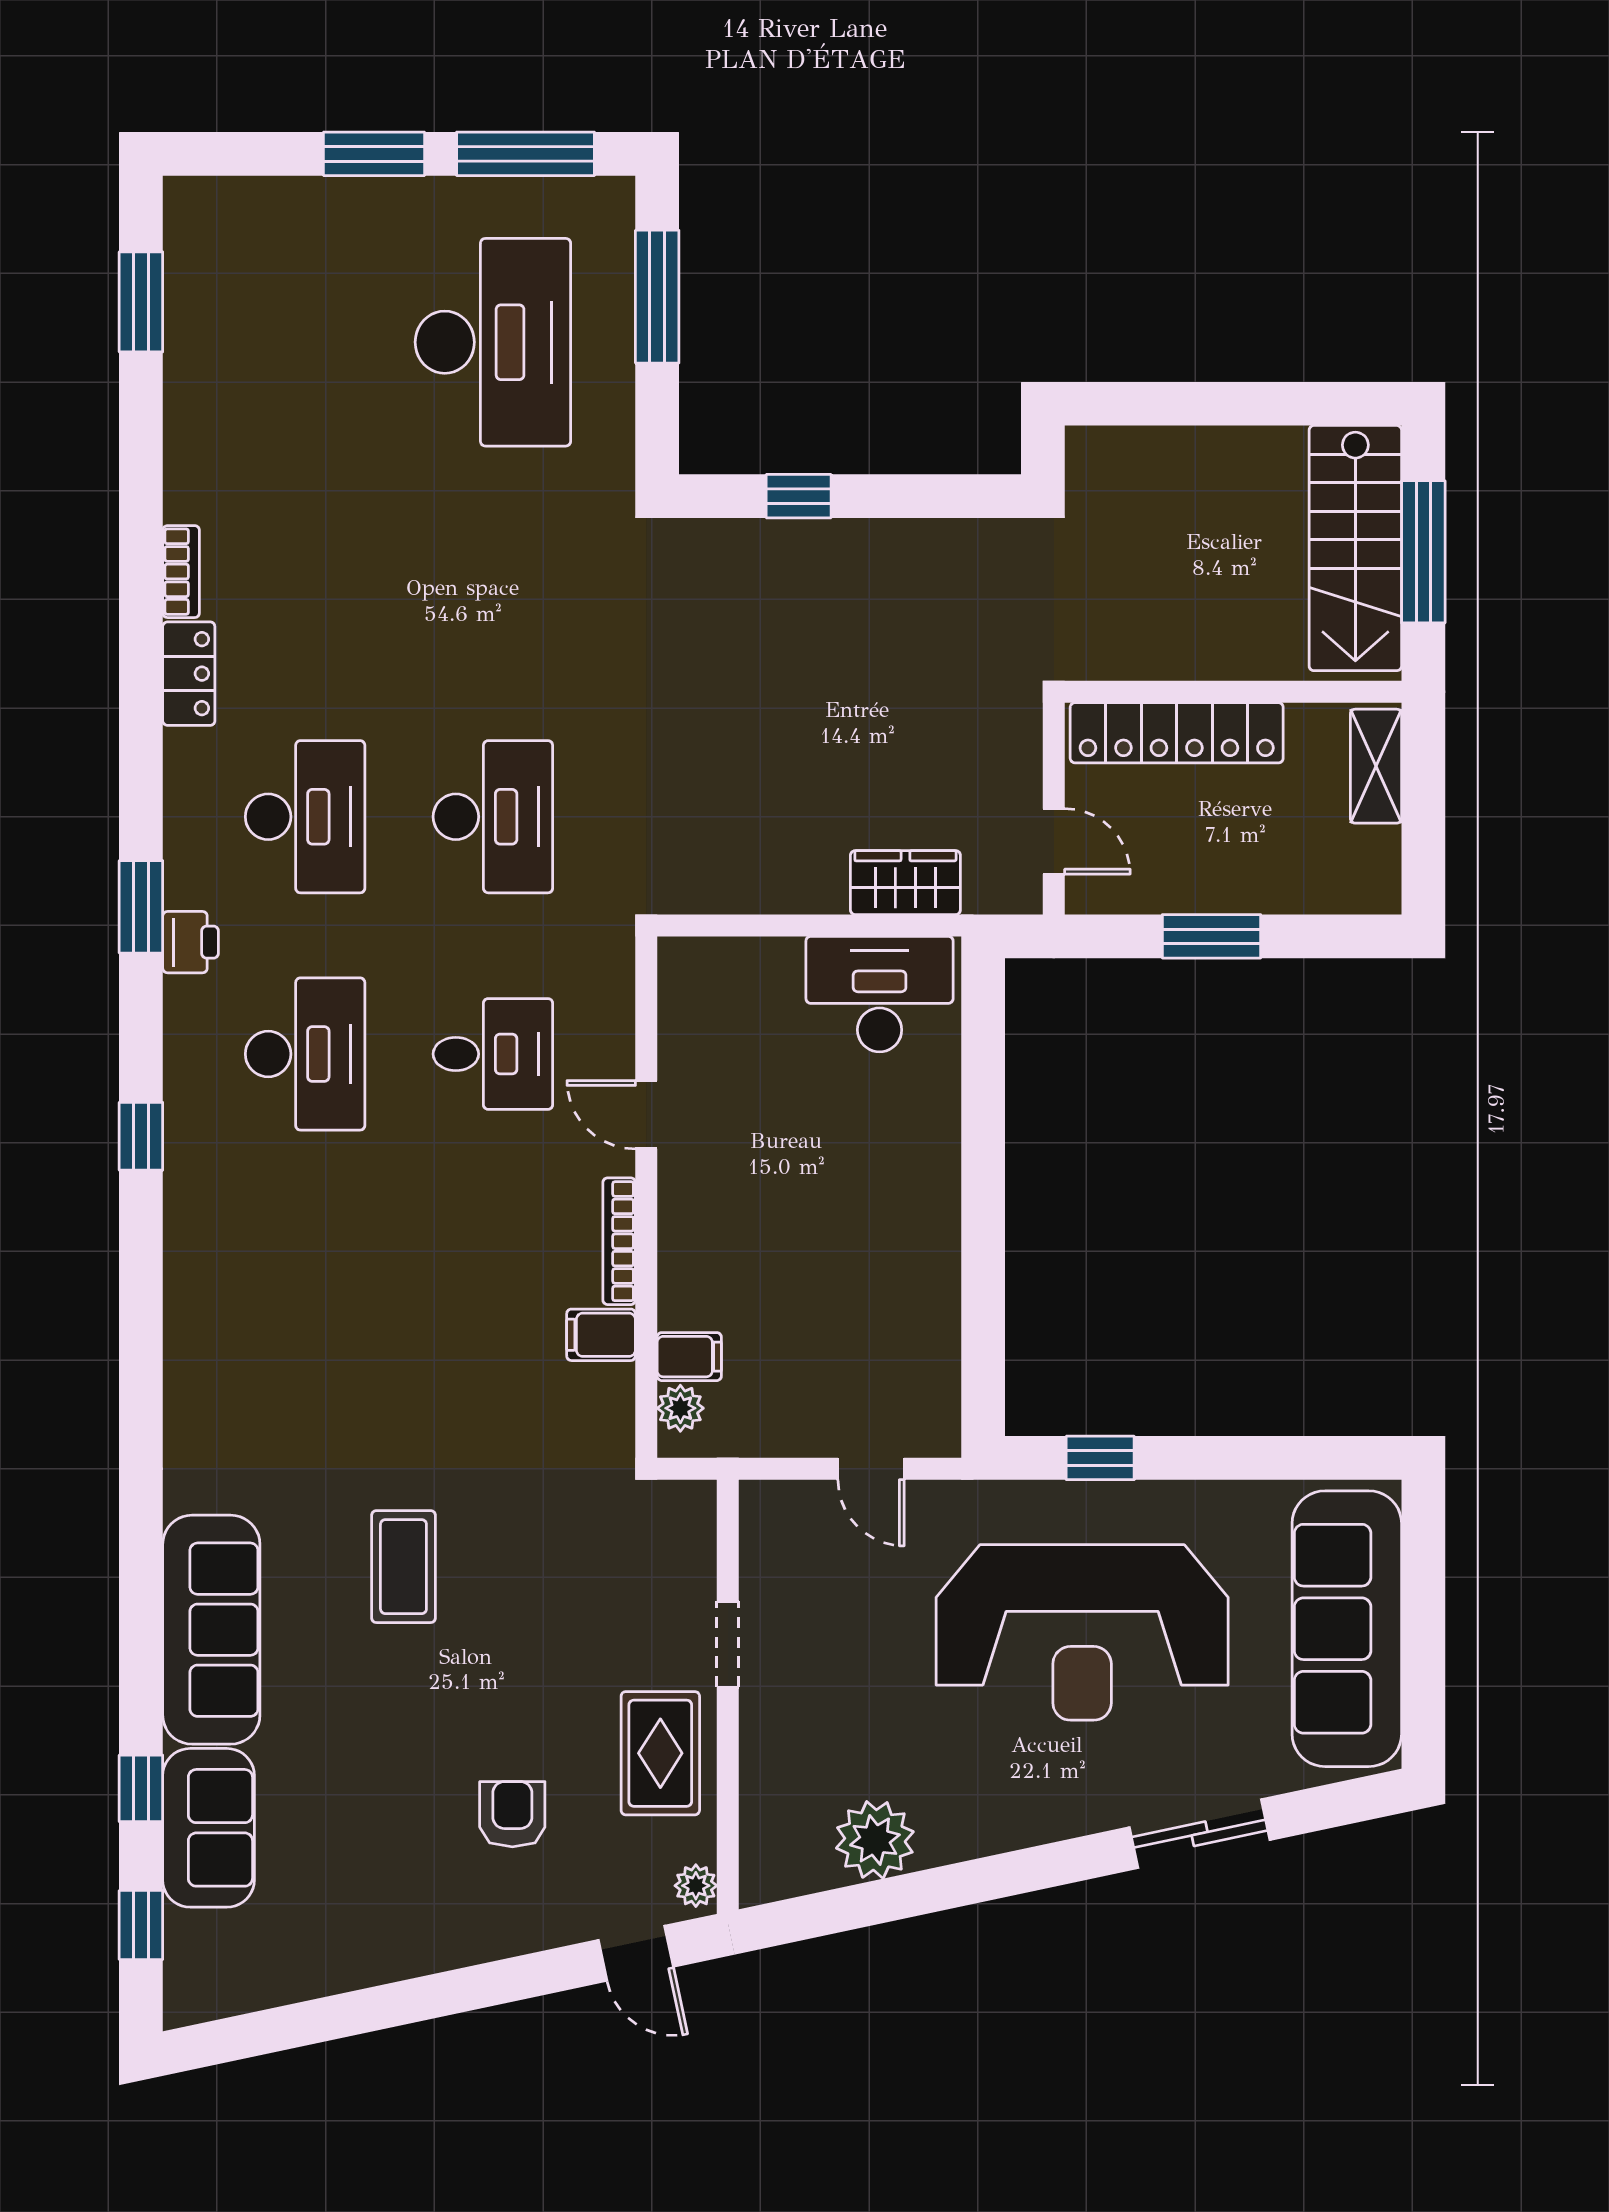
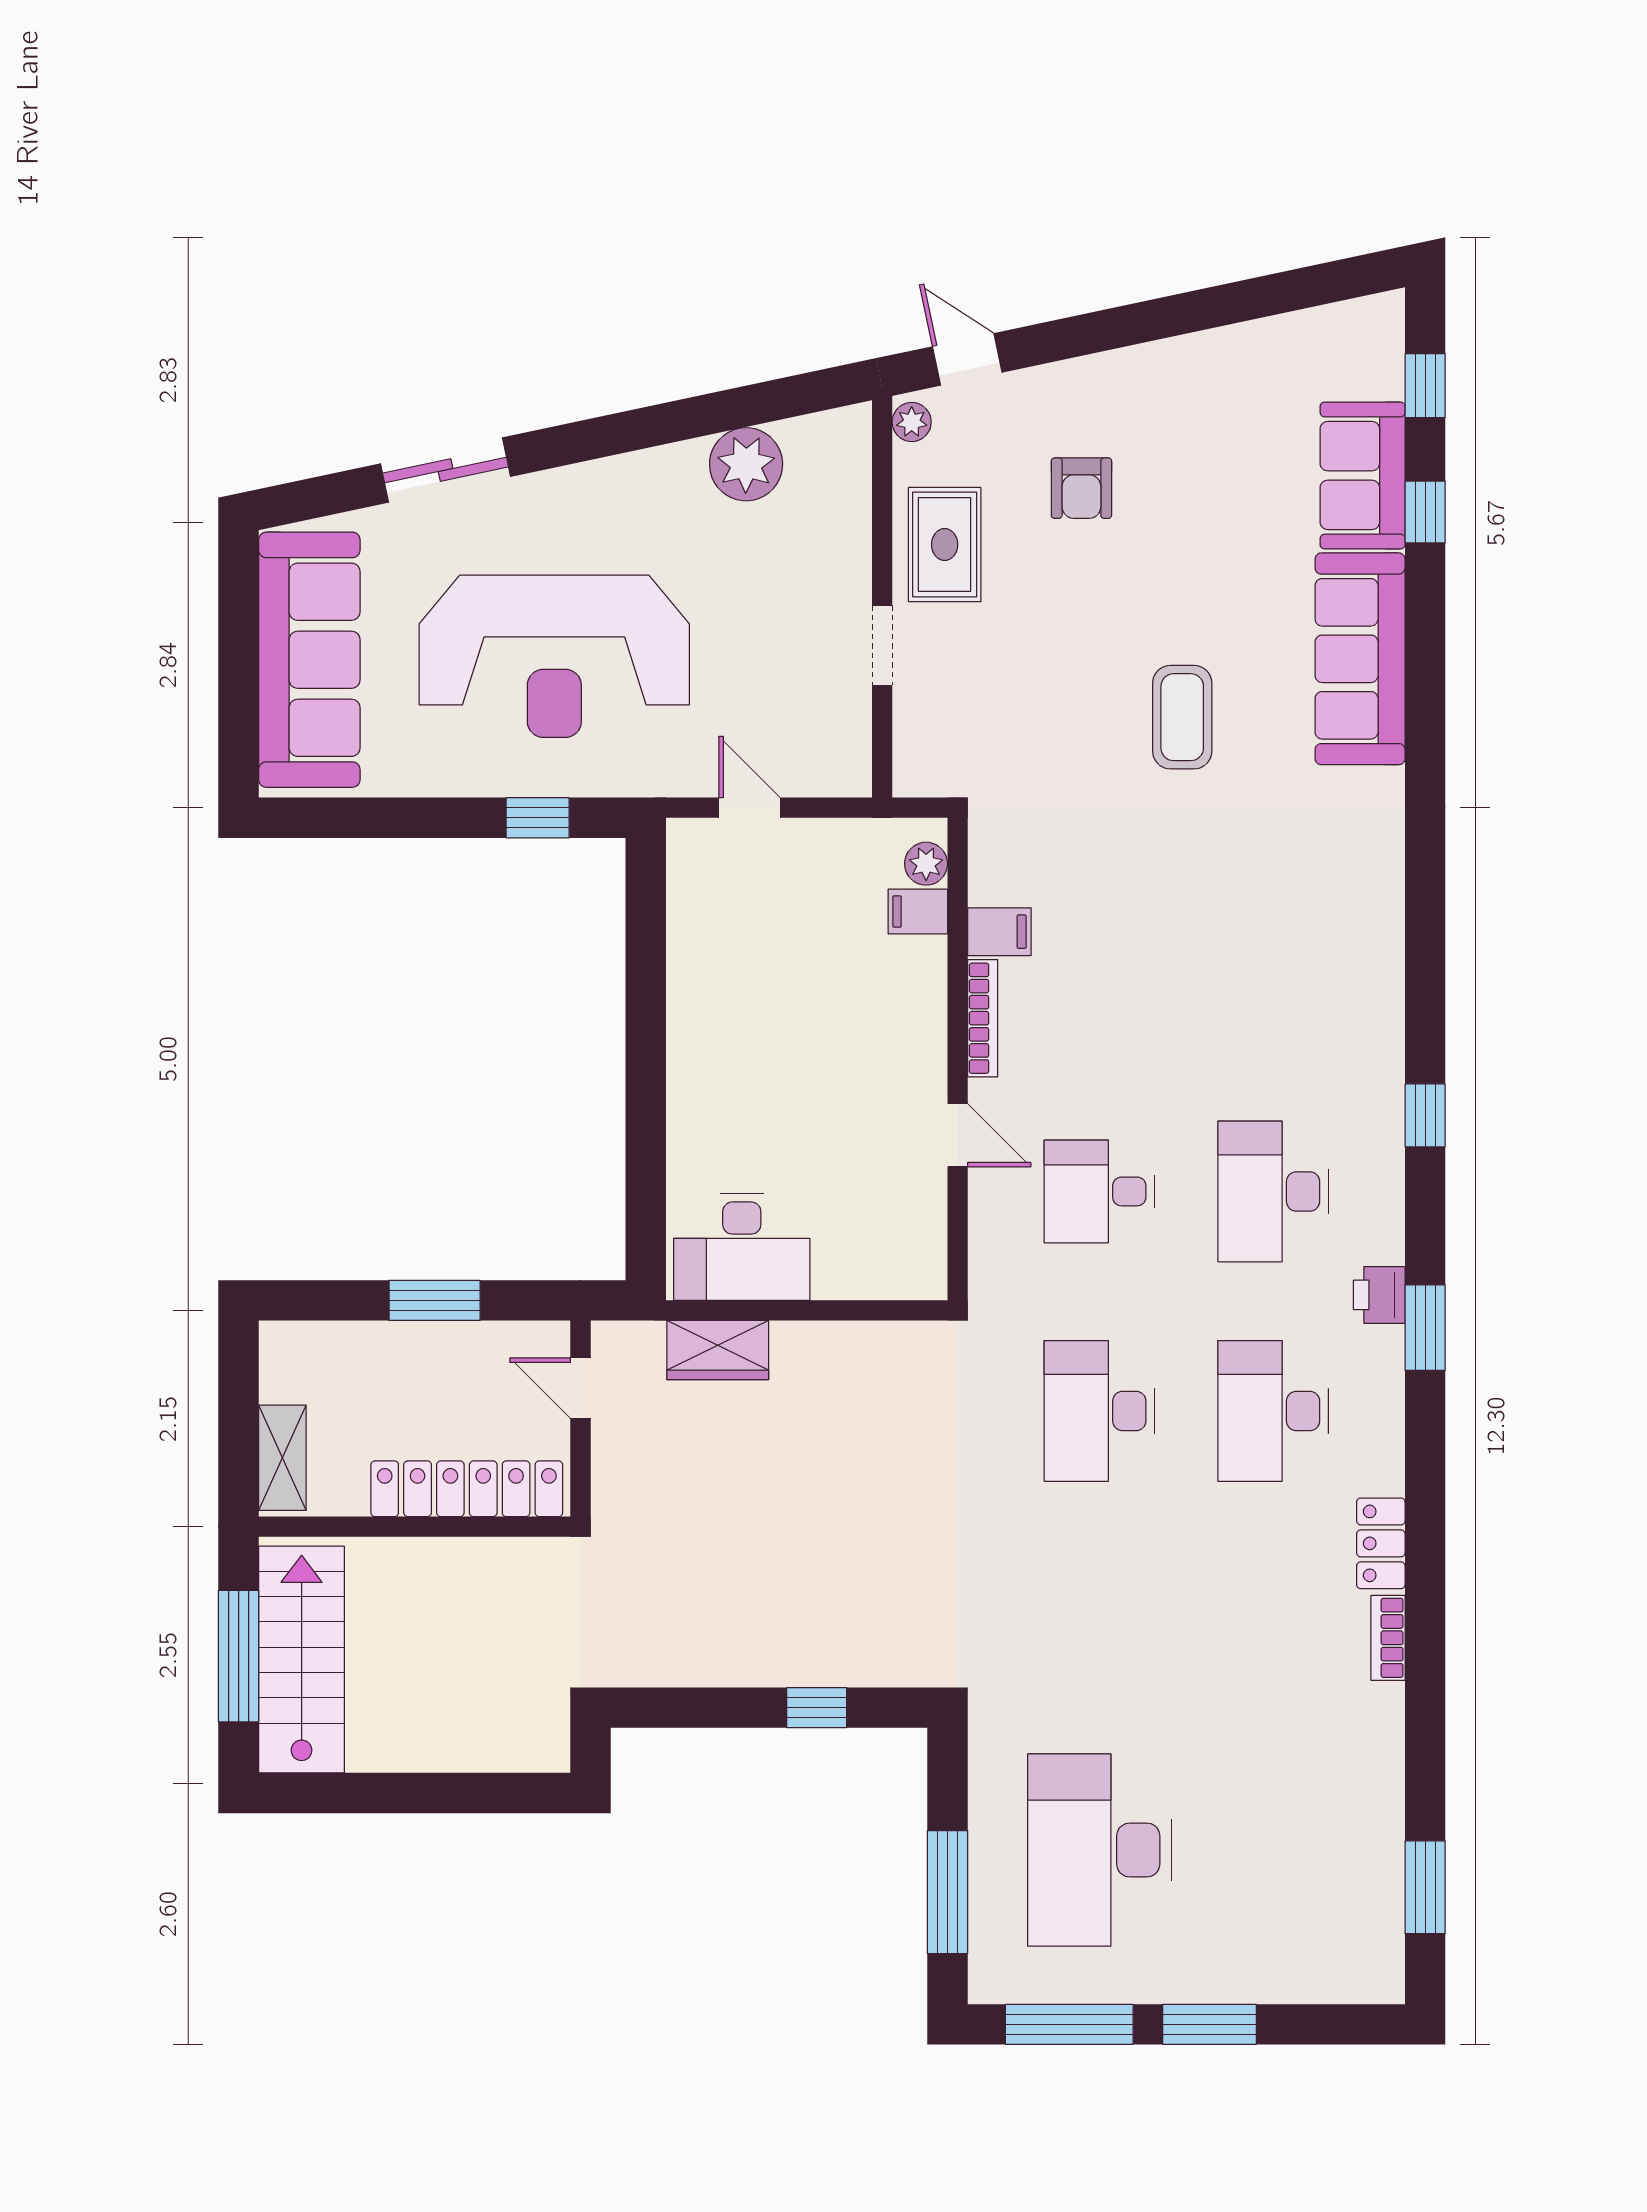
reception desk: (1082, 1632) -> (554, 656), turned 180

